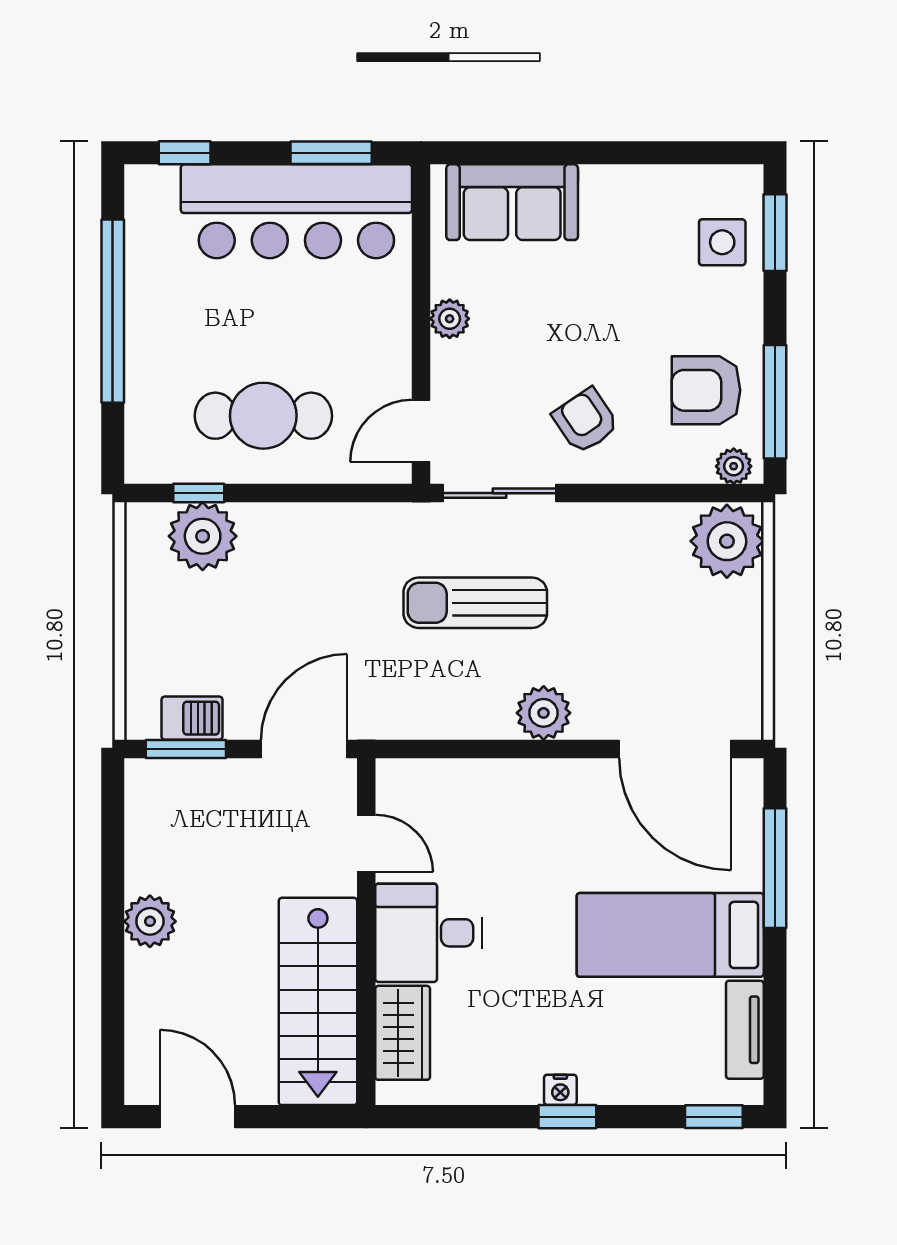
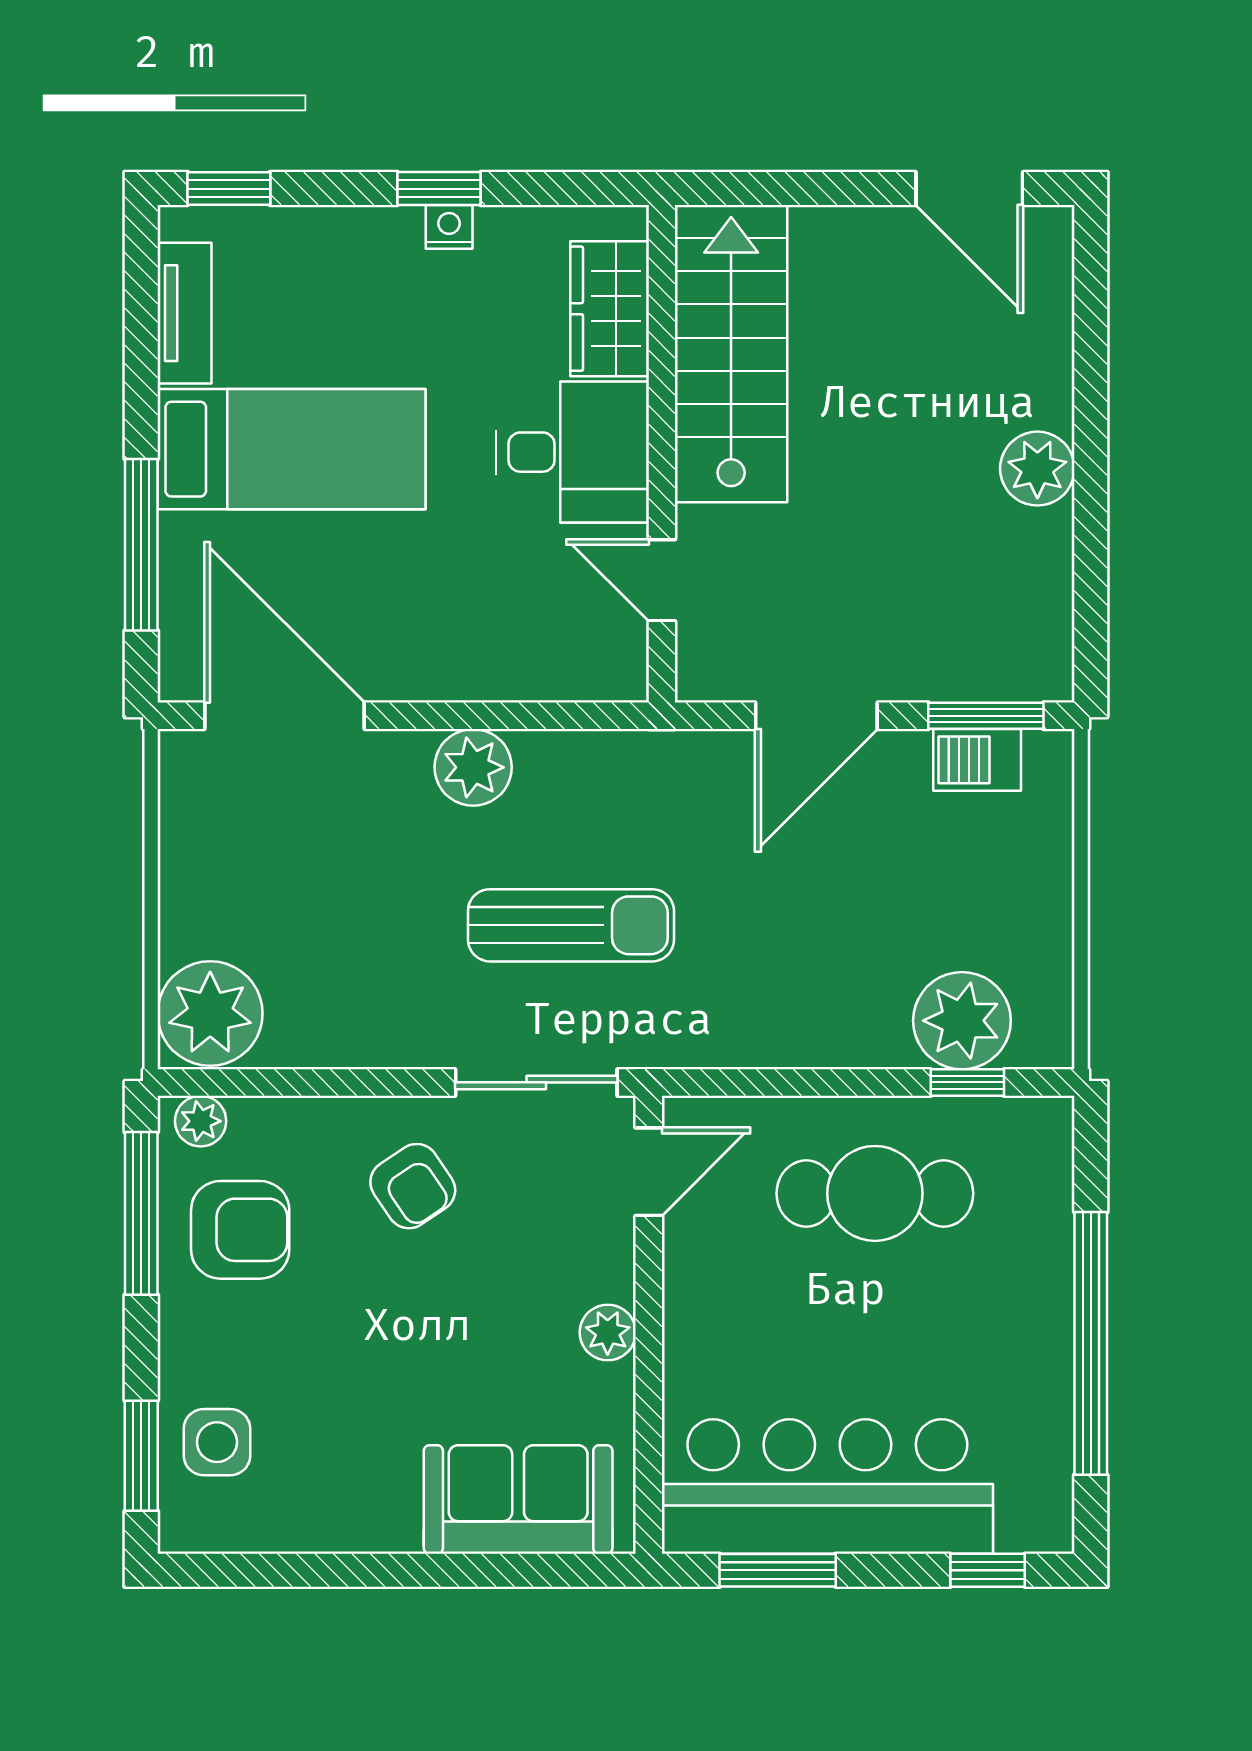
door: (366, 843) -> (662, 580), moved
wall: (366, 932) -> (662, 454), moved
desk: (428, 933) -> (573, 452), moved
stairs: (318, 1001) -> (731, 354), moved
wardrobe: (403, 1033) -> (610, 309), moved

